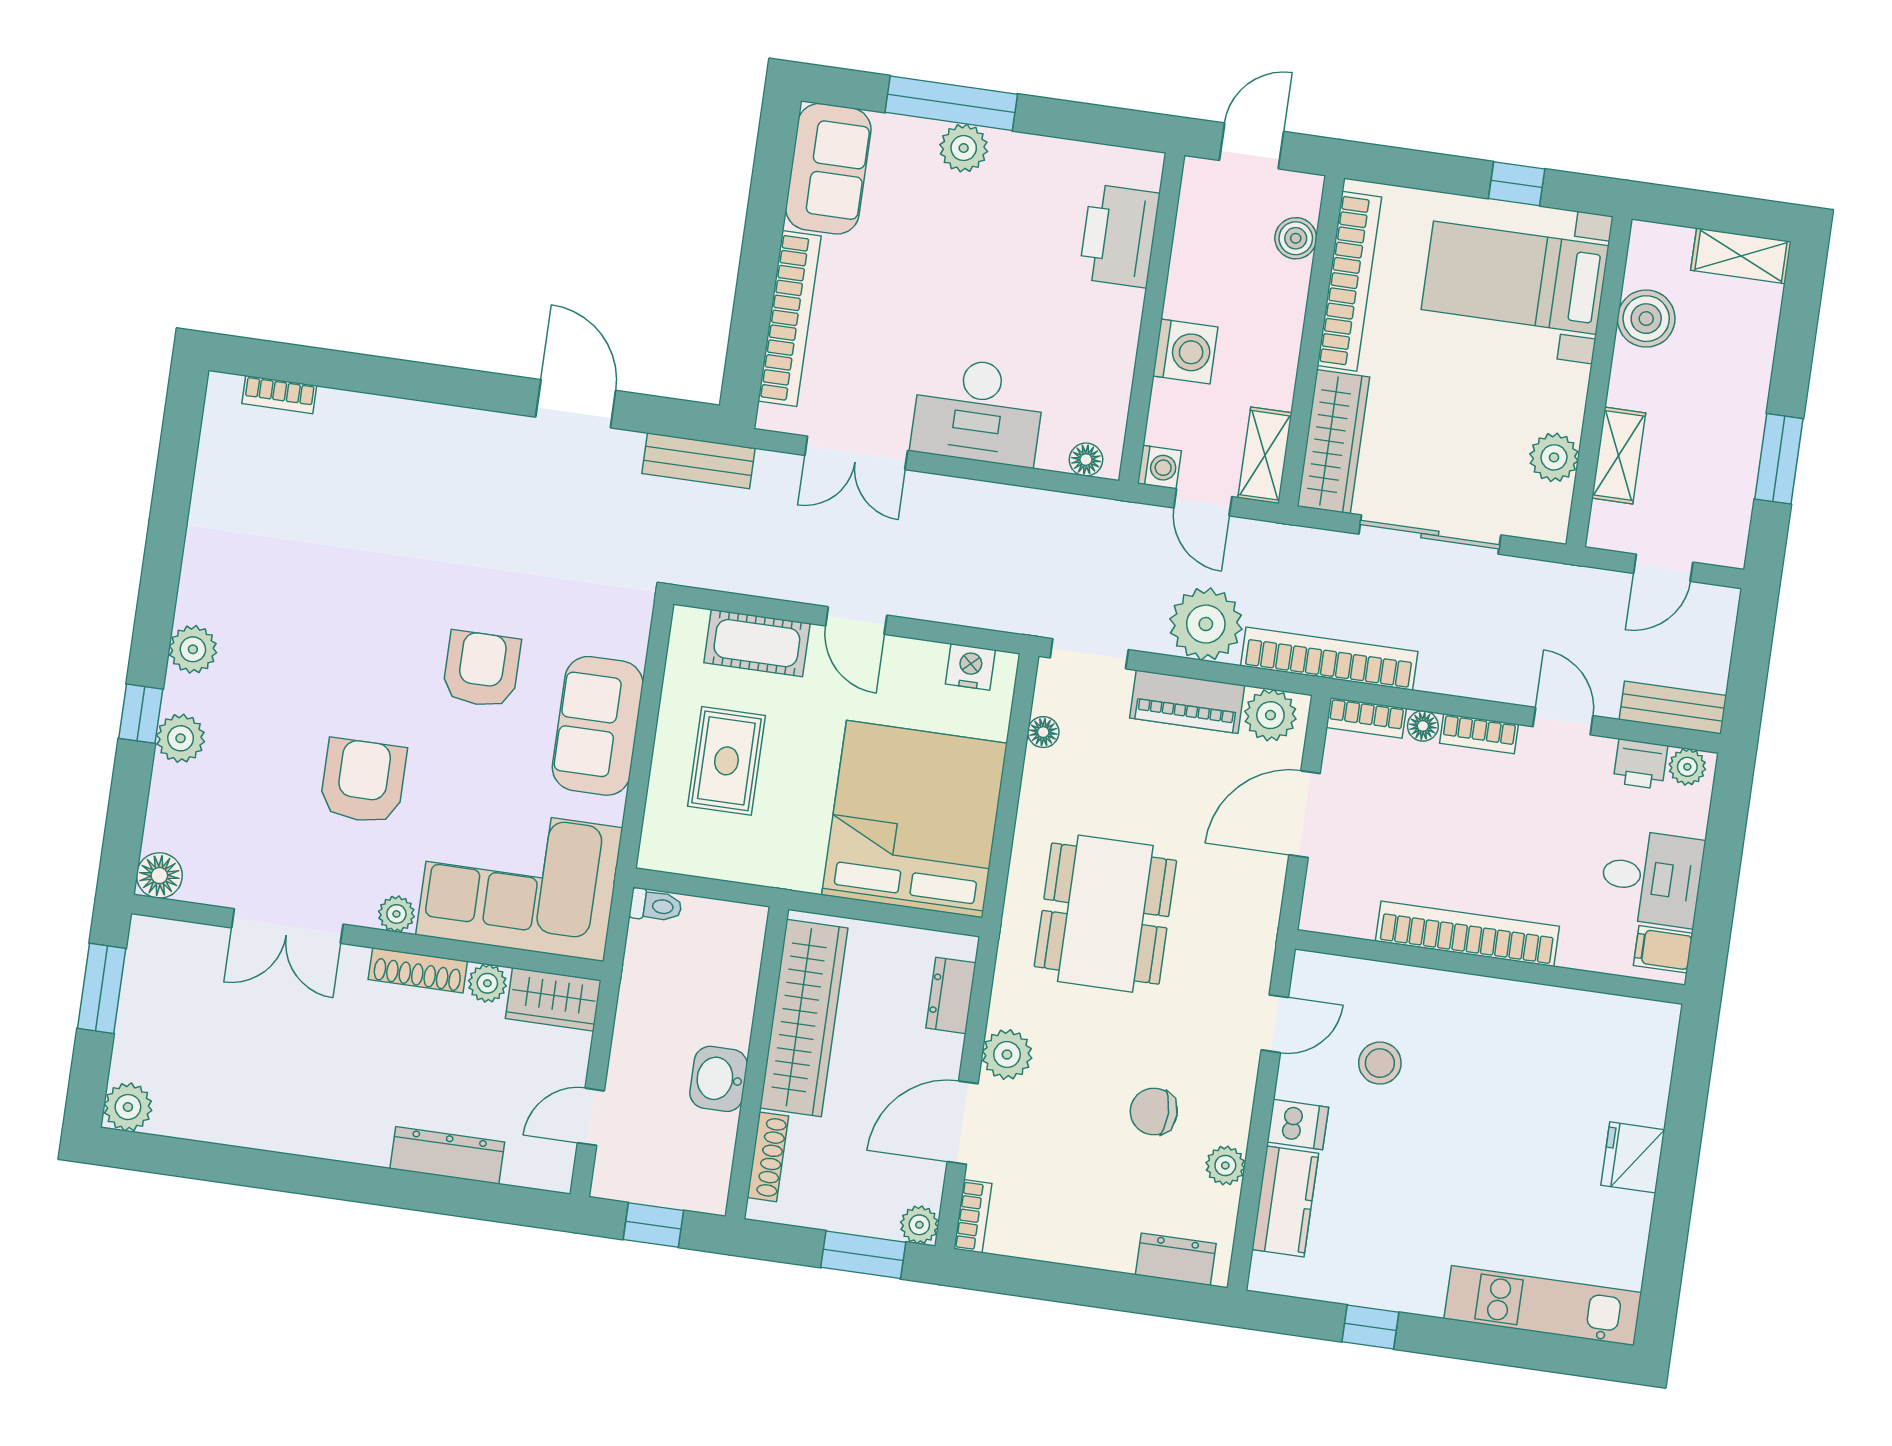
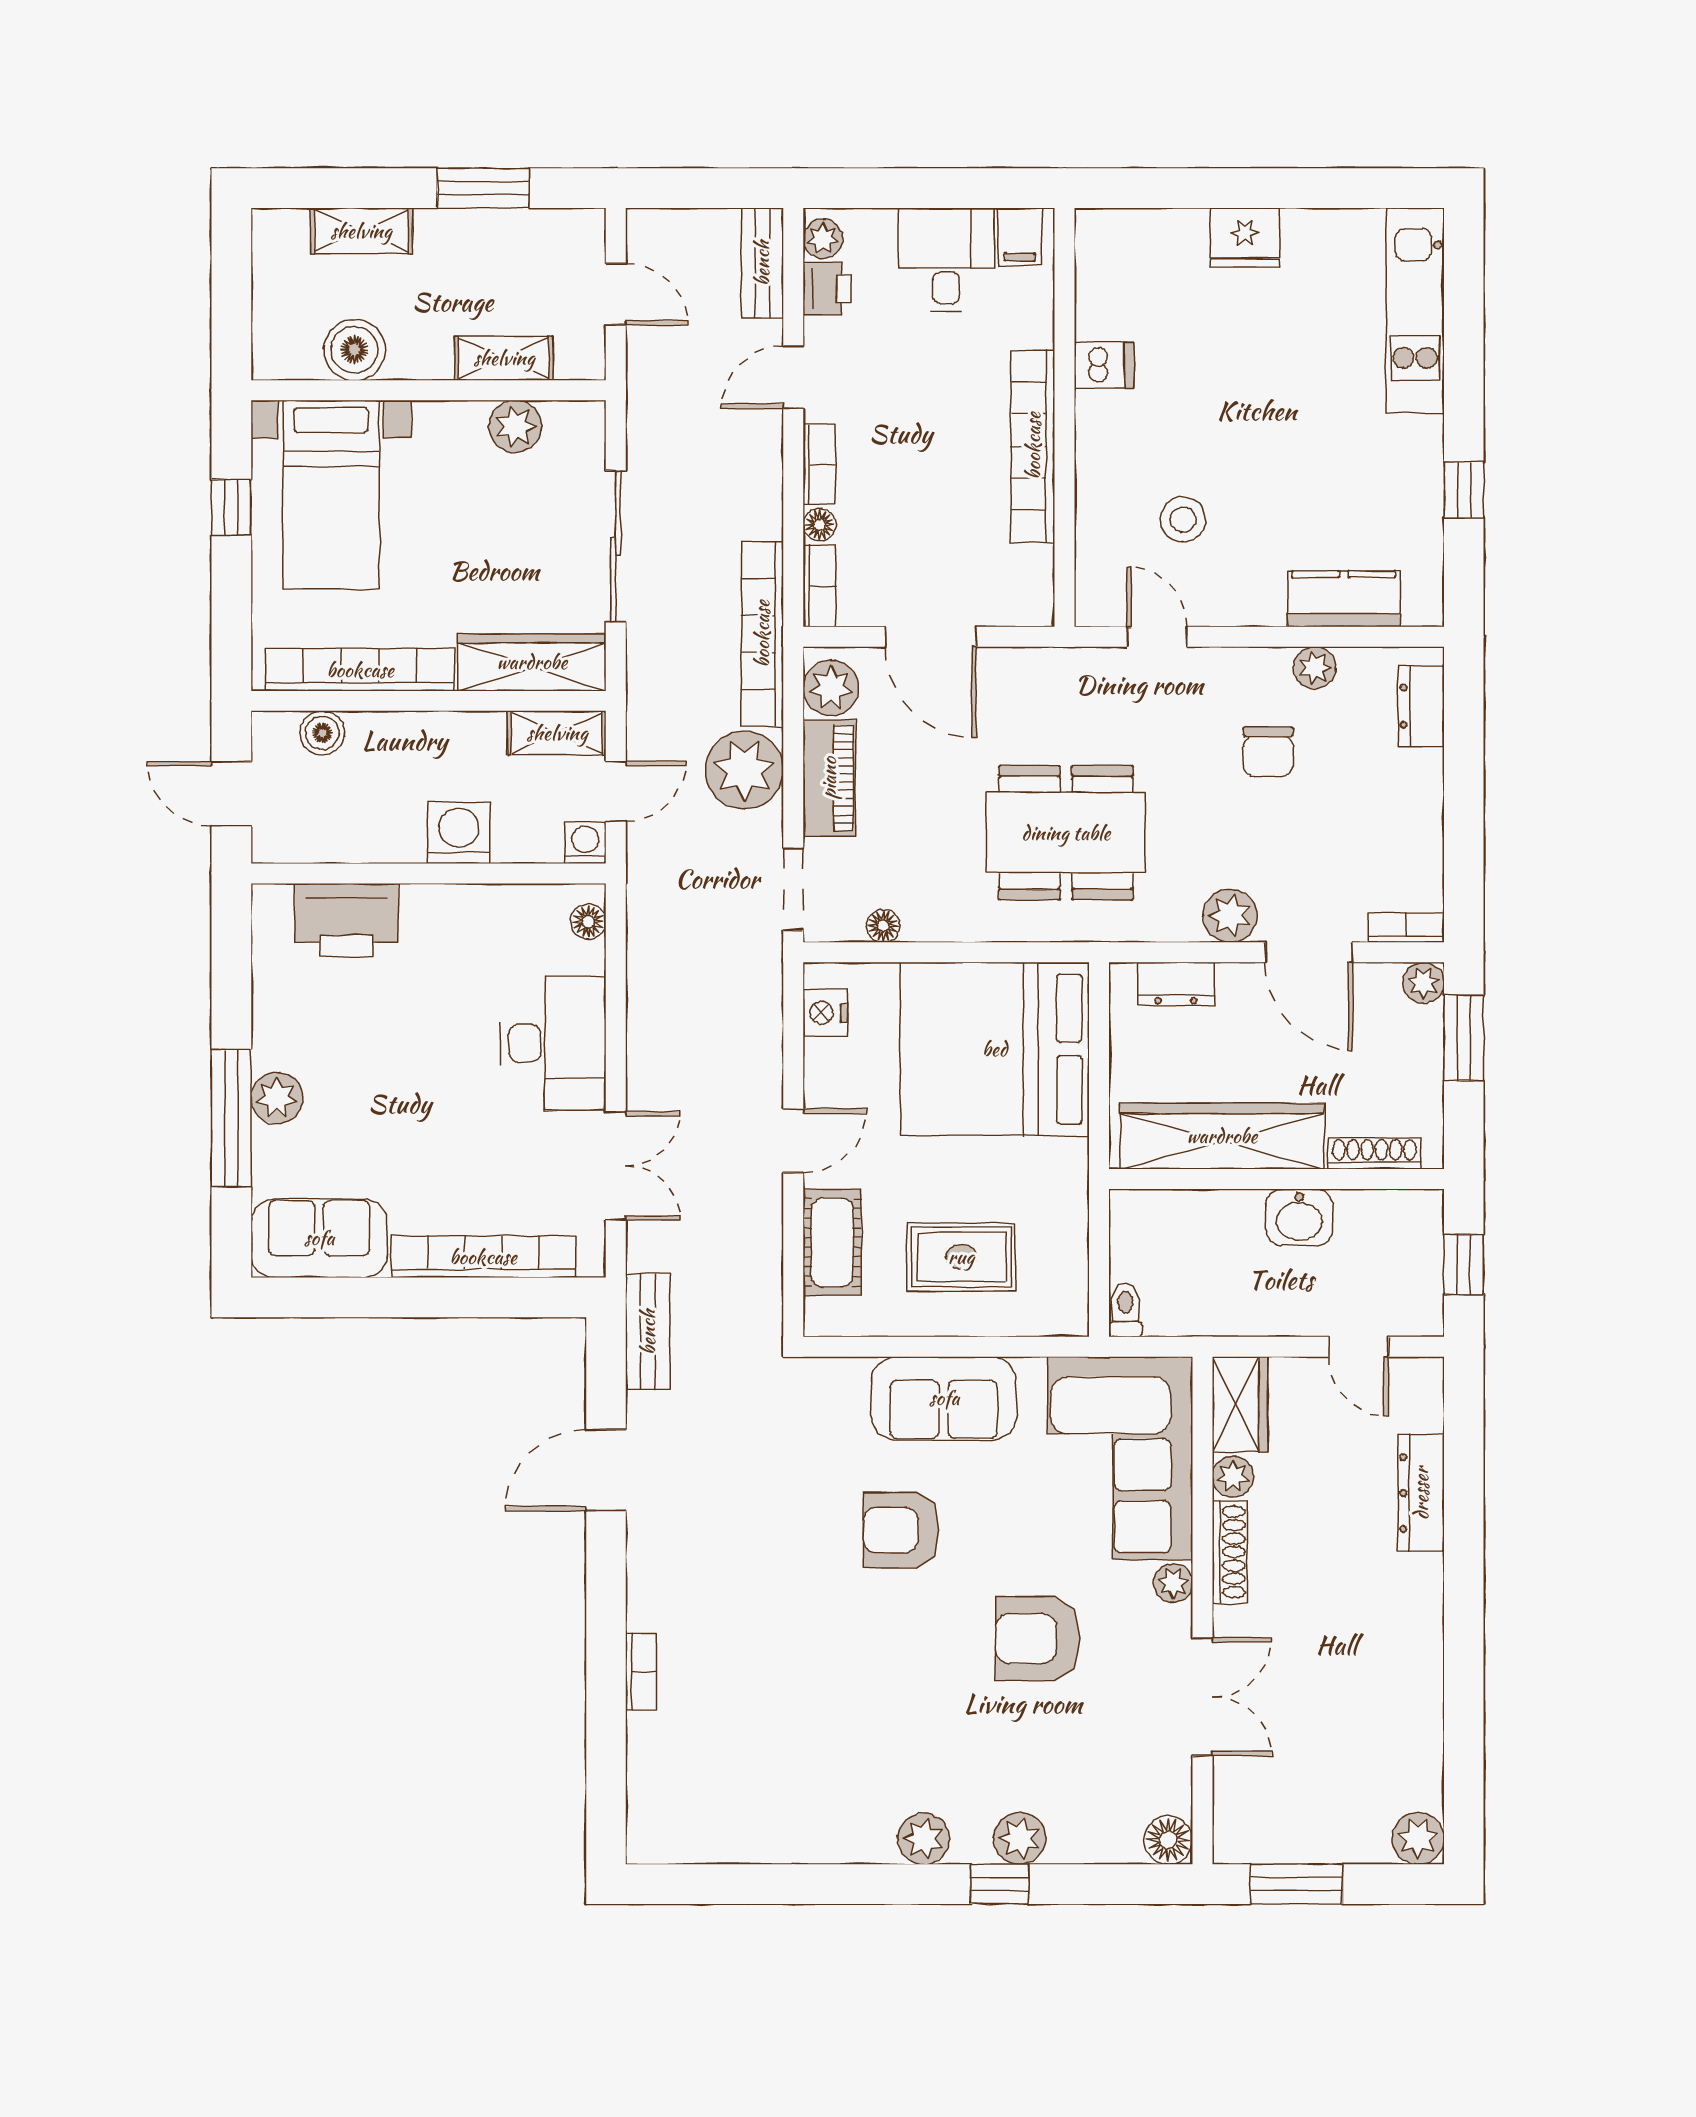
shelving: (1741, 256) -> (361, 231), moved, turned 90
bookcase: (279, 395) -> (641, 1672), moved
dishwasher: (1298, 1125) -> (1104, 365), moved, turned 90

